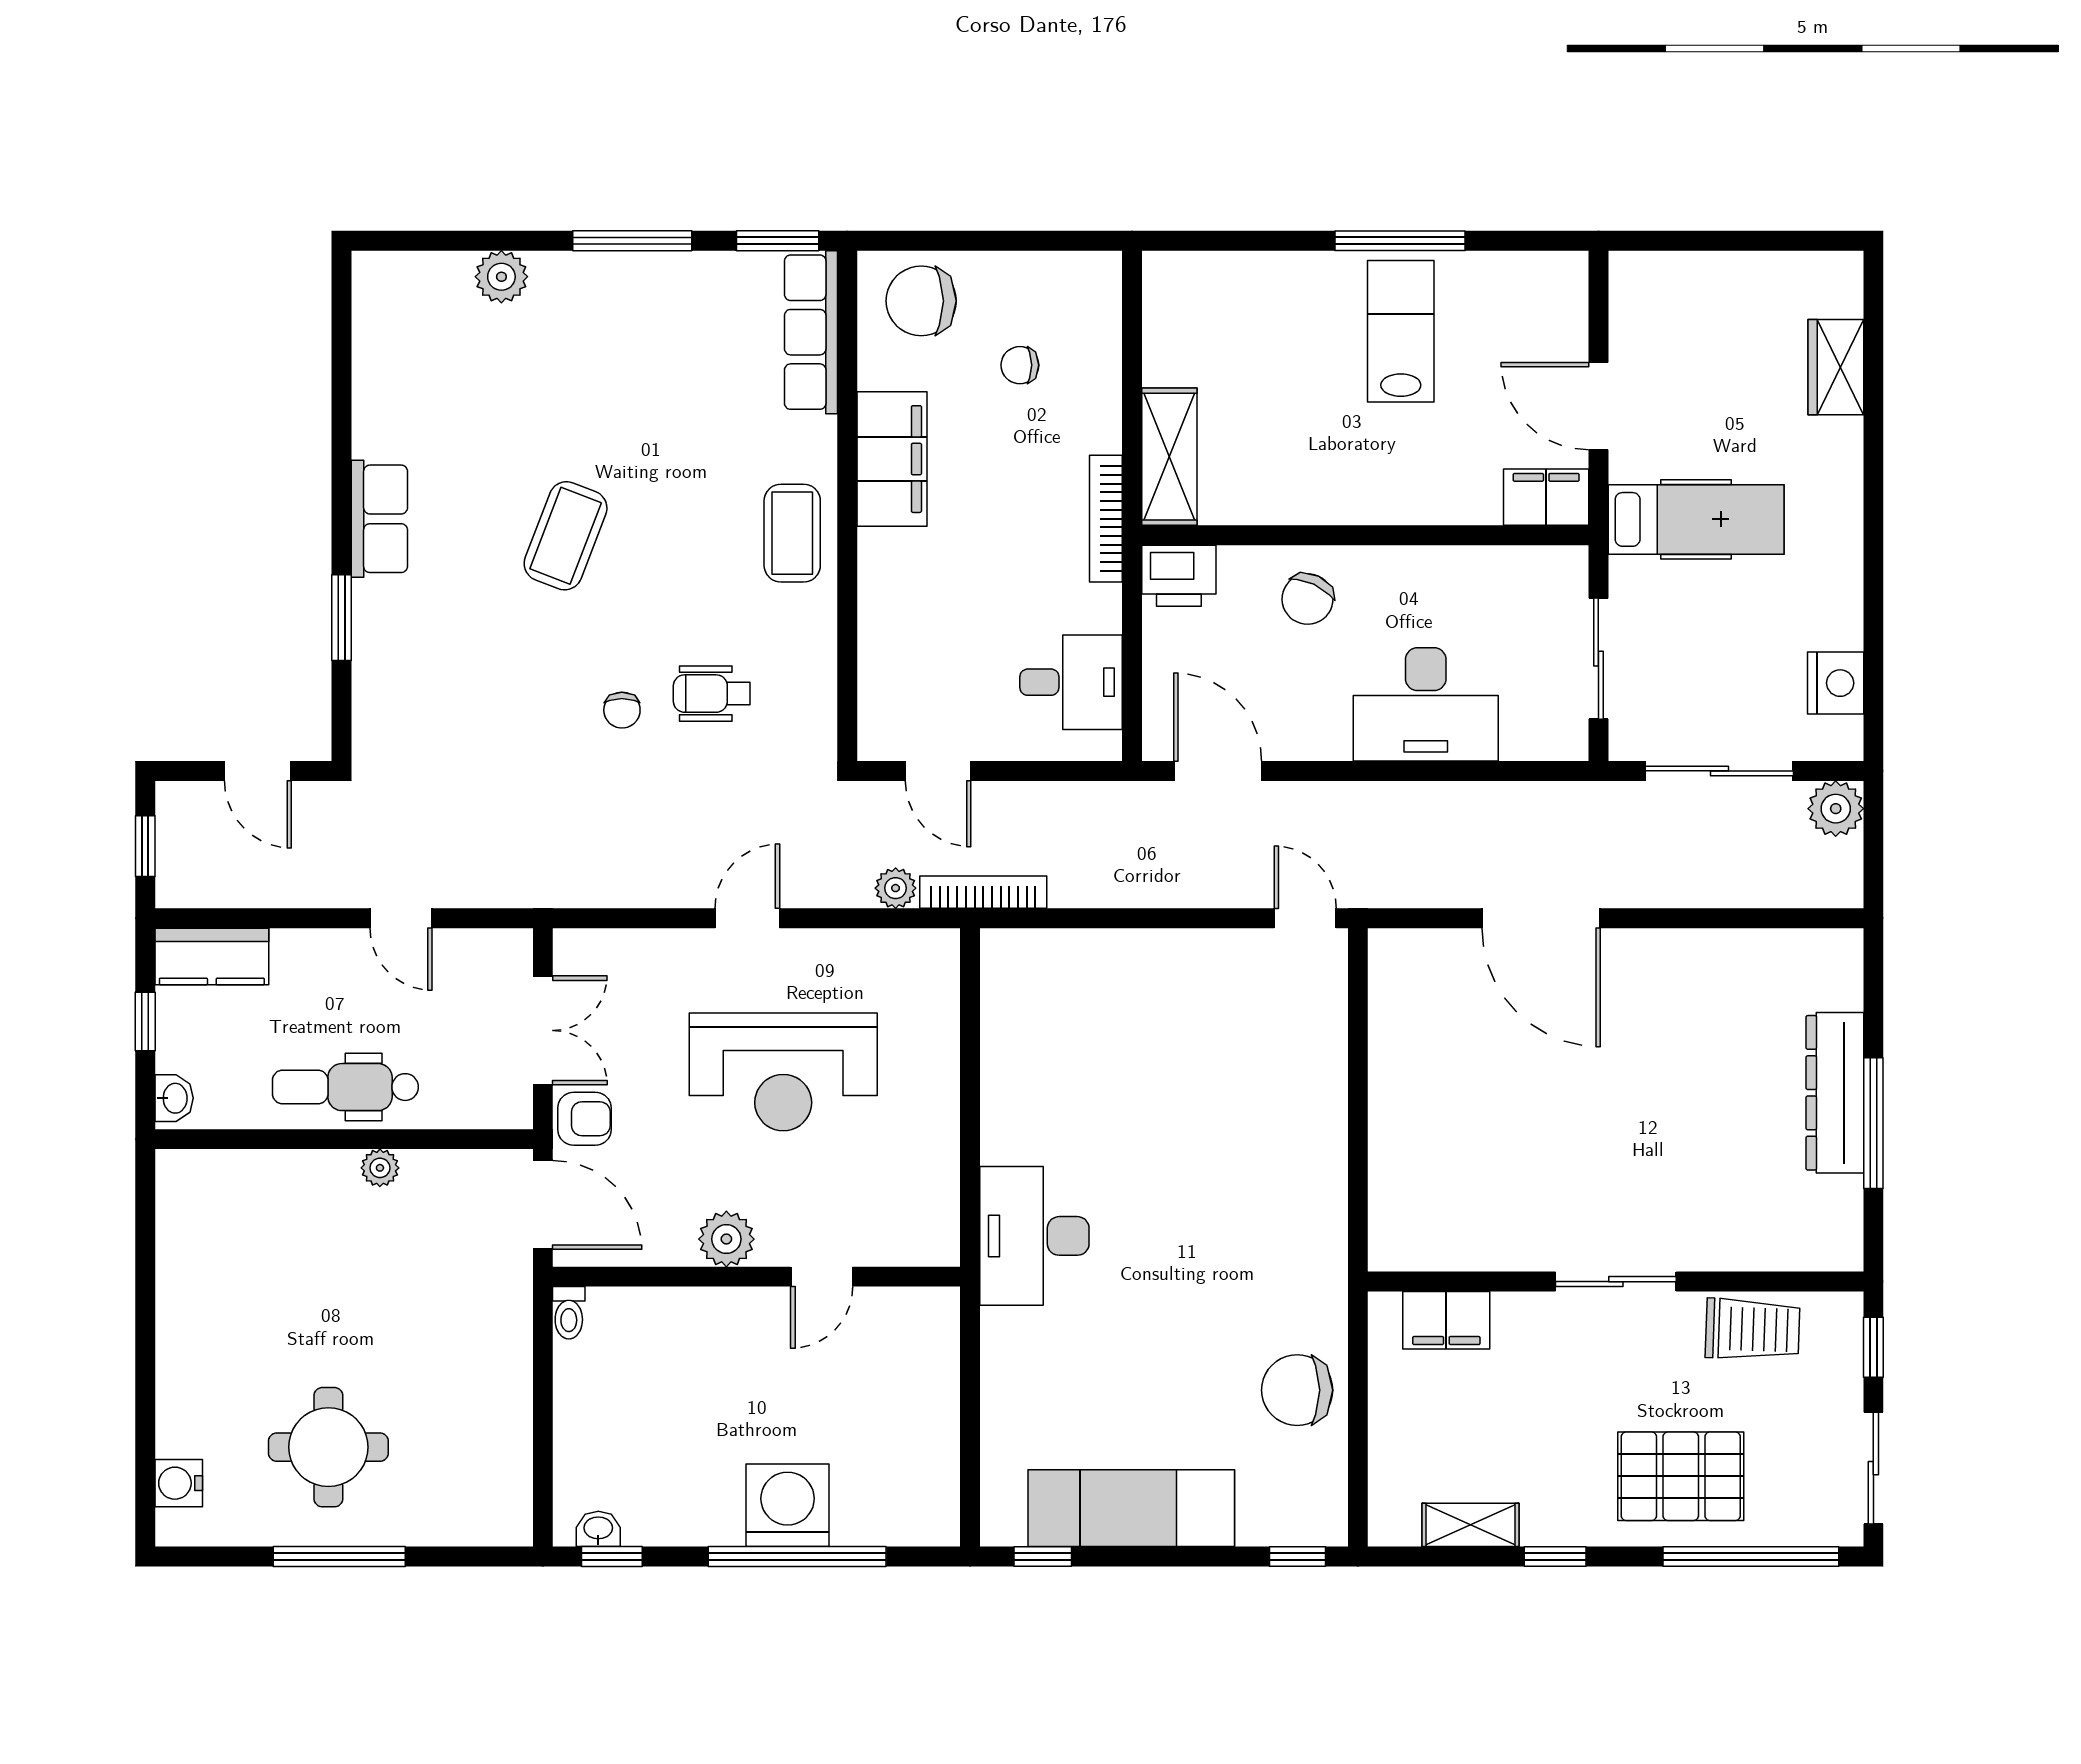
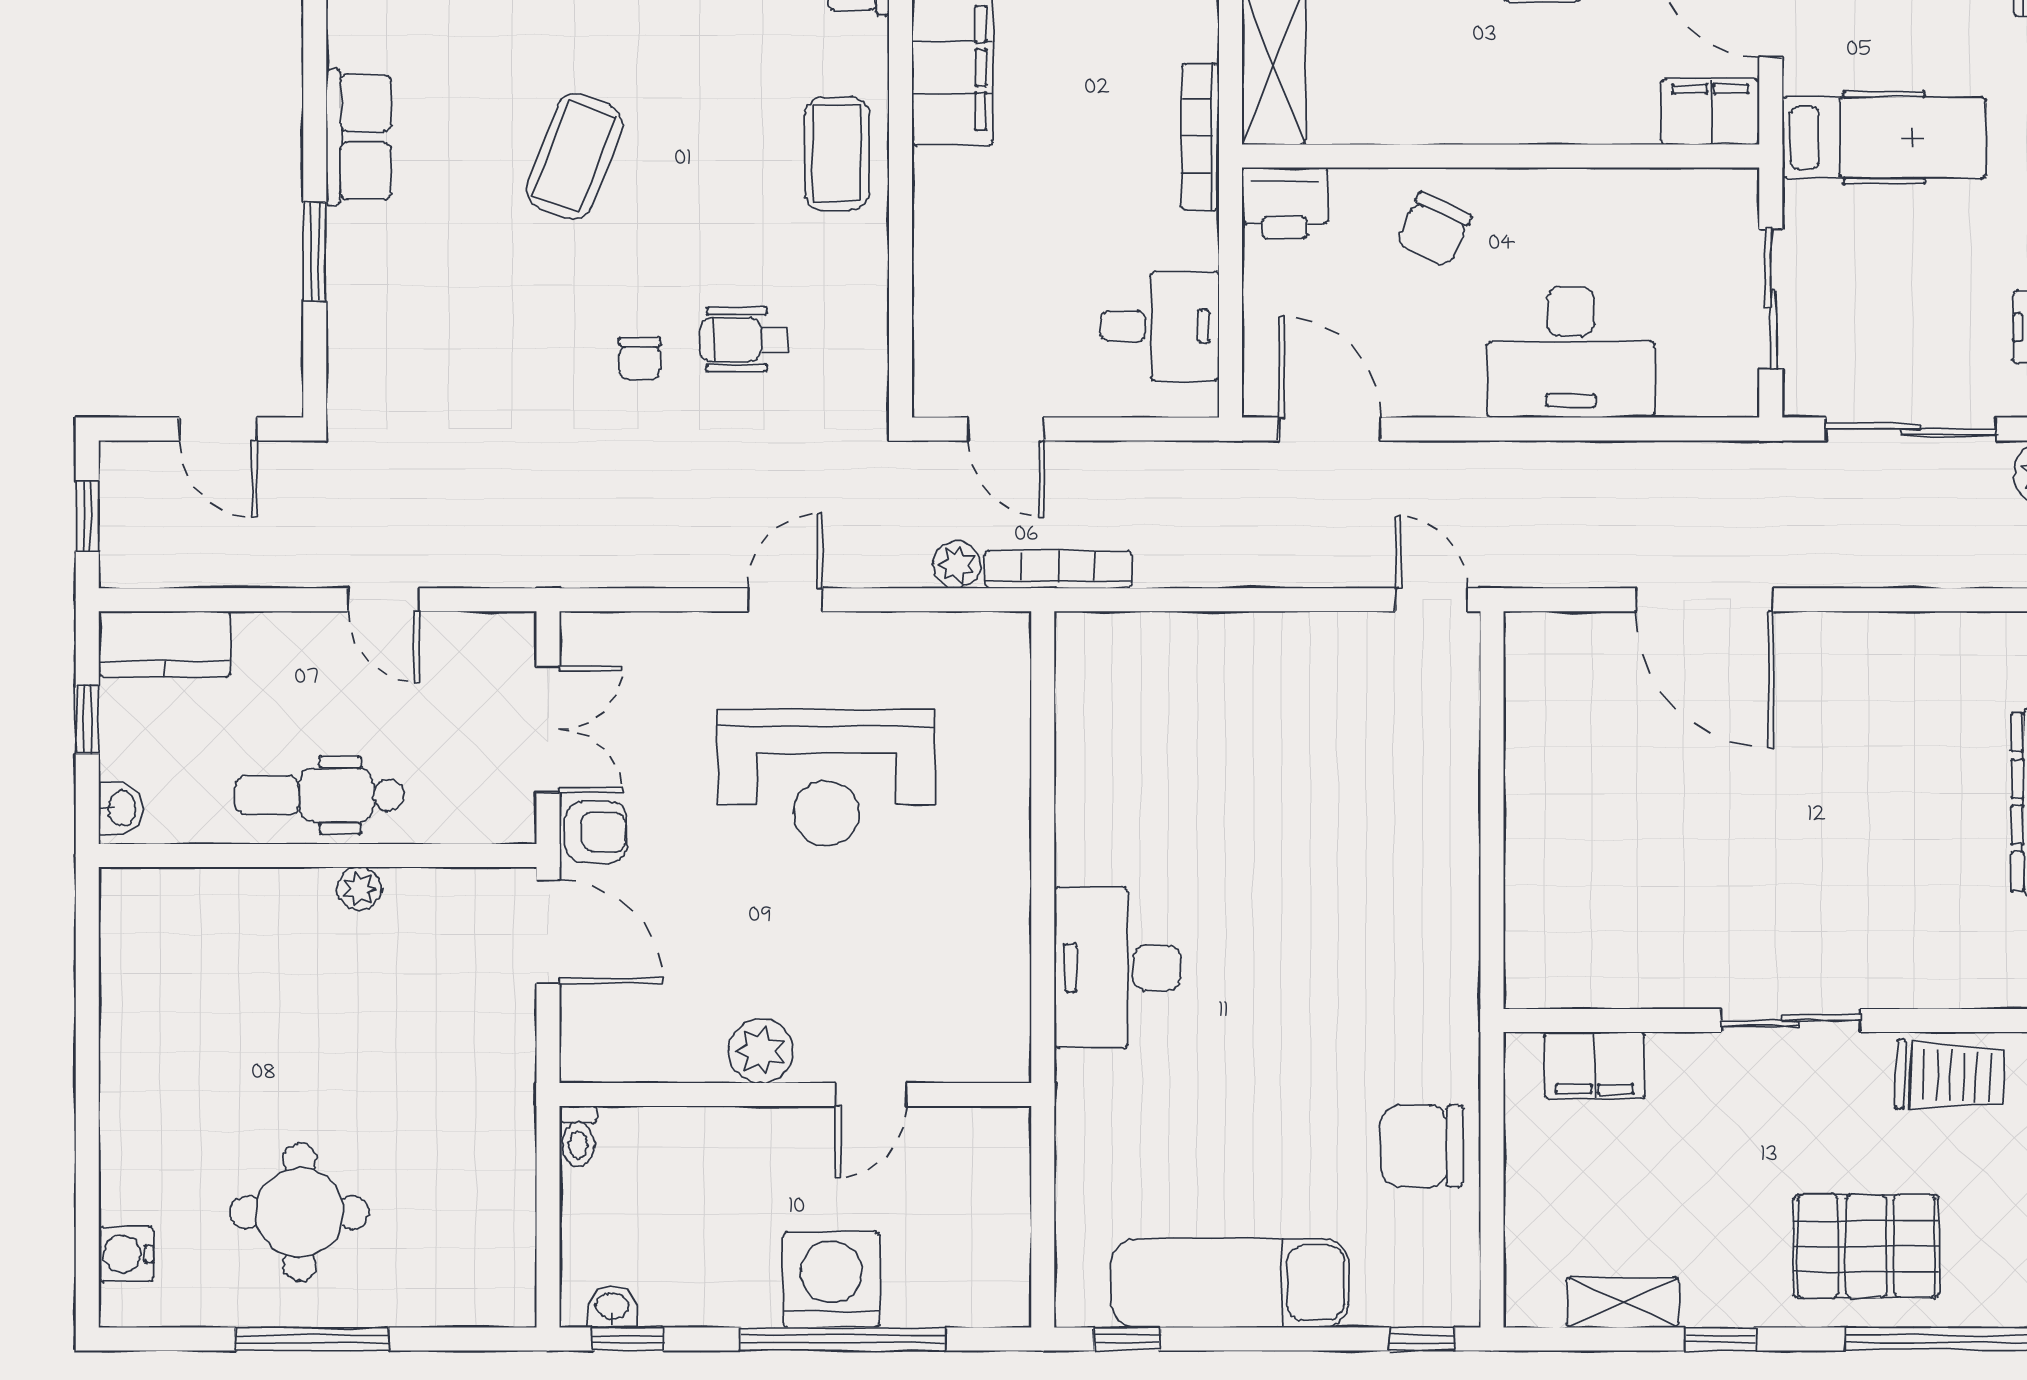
plant: (726, 1239) -> (761, 1051), moved
wall: (756, 1277) -> (795, 1094), moved
door: (822, 1277) -> (871, 1094), moved
toilet: (569, 1313) -> (578, 1136), moved

